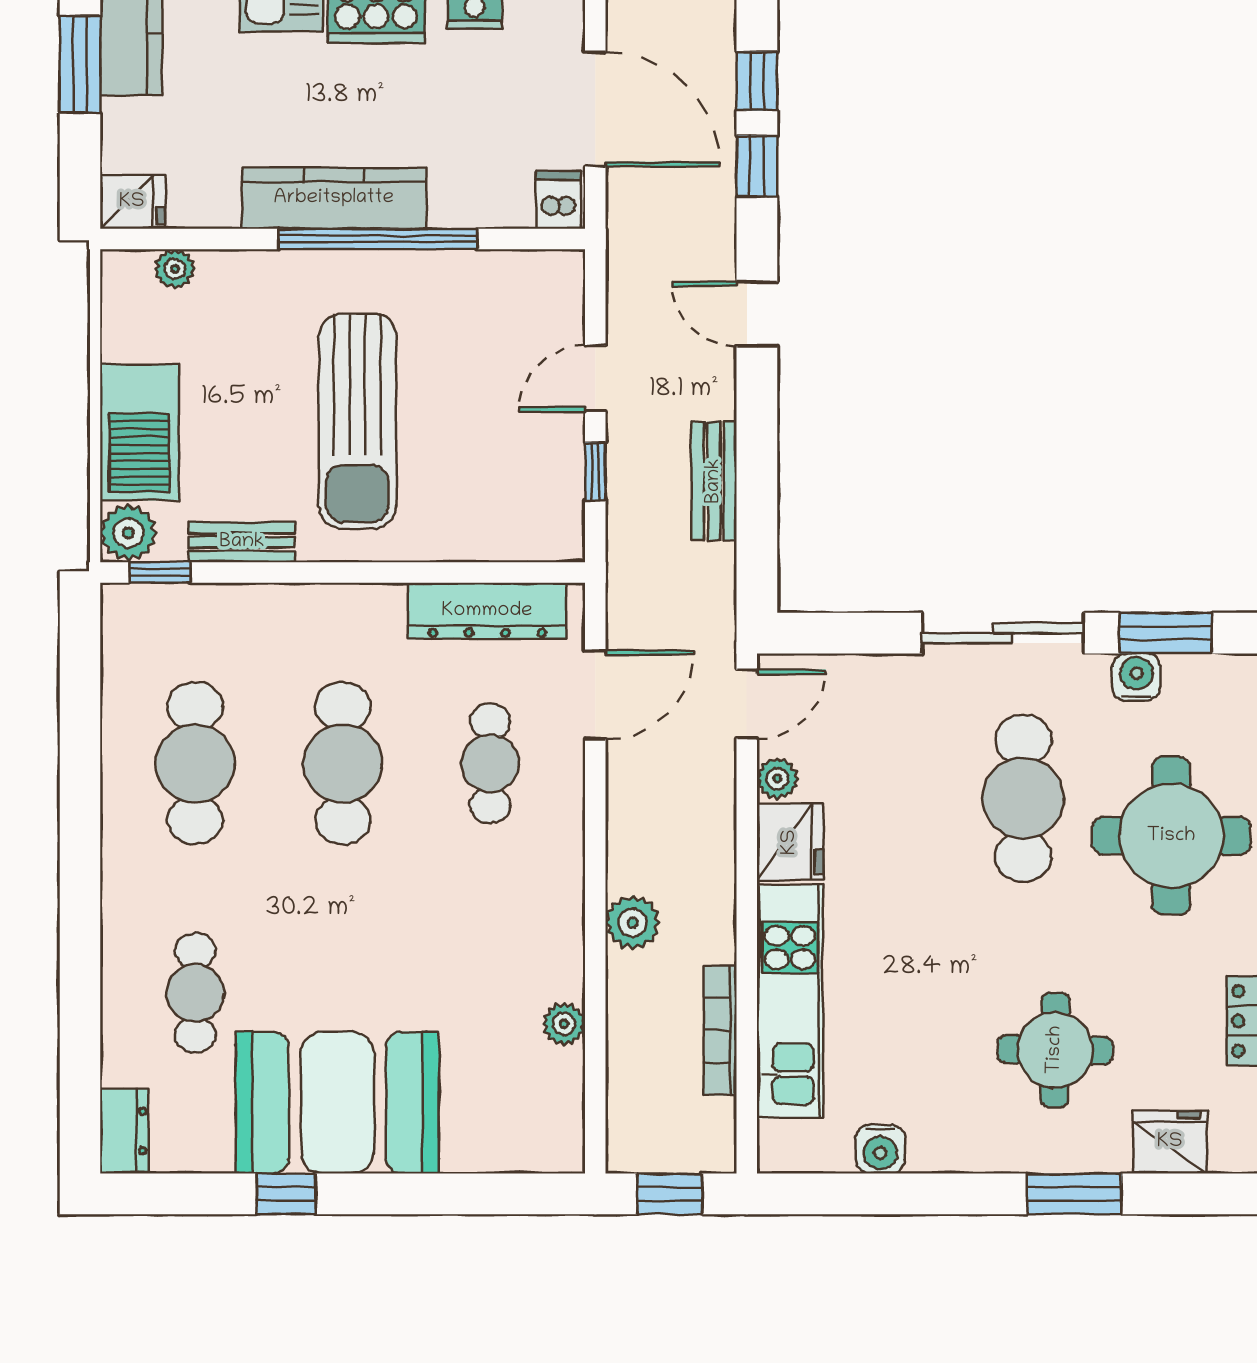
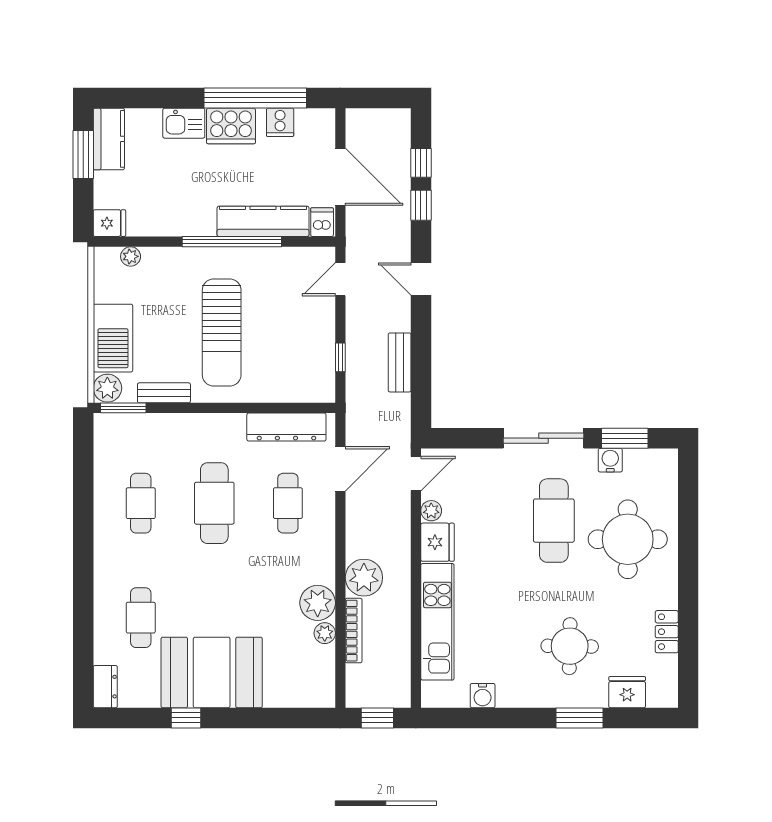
kitchen counter: (334, 198) -> (263, 221), moved
door: (595, 378) -> (340, 279), moved
window: (160, 572) -> (123, 408), width x1.50
cafe table: (195, 763) -> (141, 503), width x0.73, depth x0.74
plant: (633, 923) -> (364, 578), width x1.36, depth x1.36
plant: (550, 963) -> (318, 603), added
bookcase: (720, 1030) -> (354, 631), moved, turned 180

